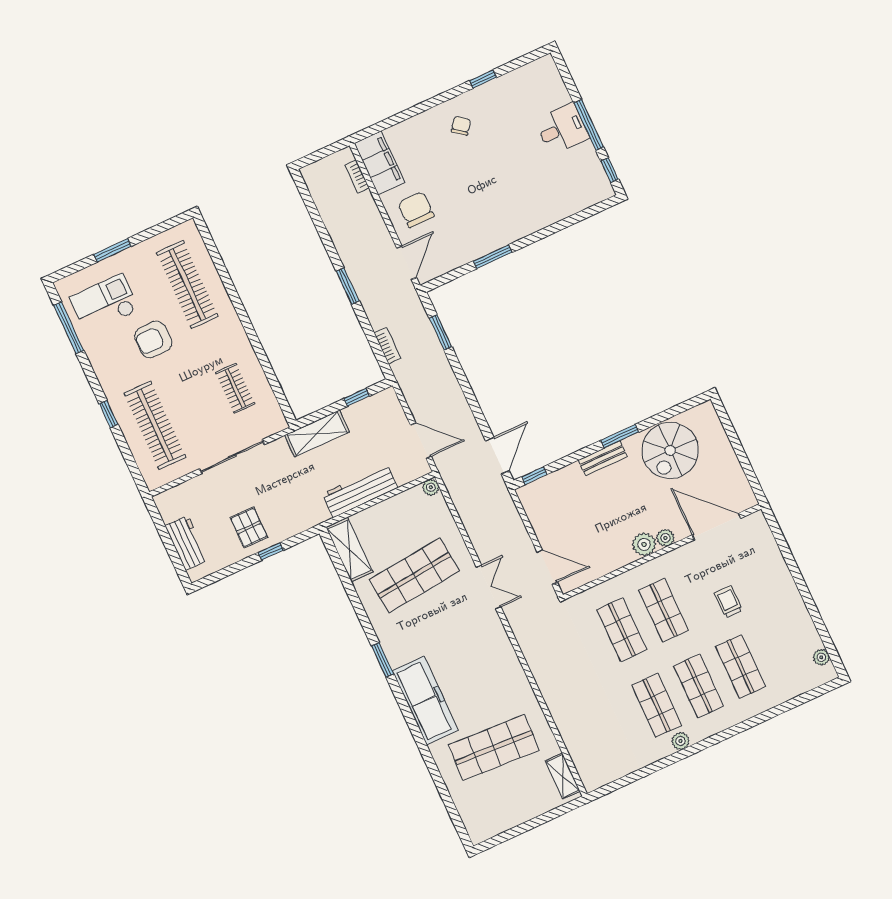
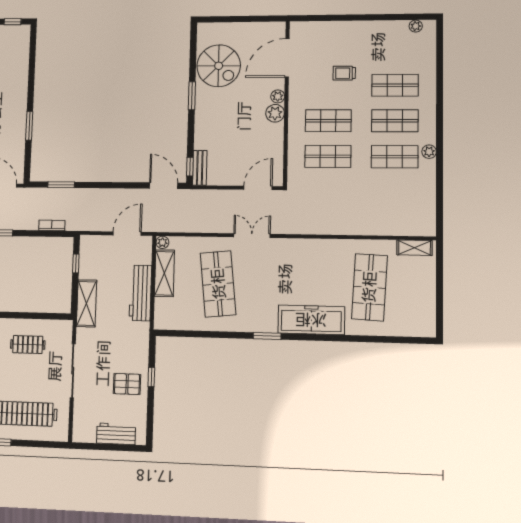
bench: (603, 458) -> (200, 168), moved
shelving: (349, 550) -> (164, 273), moved, turned 90

